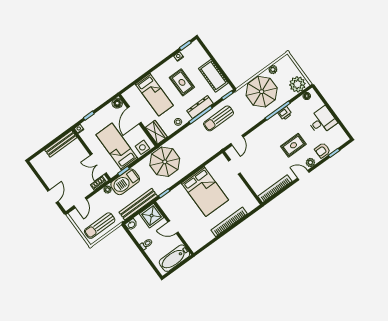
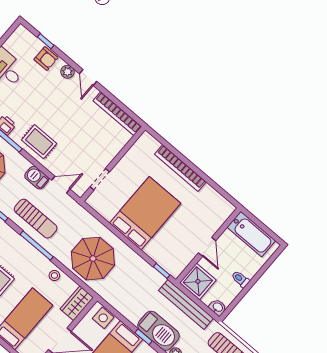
dresser: (200, 107) -> (26, 249), removed
barbecue: (245, 126) -> (37, 178), added
rug: (293, 145) -> (39, 142), moved
parasol: (165, 162) -> (93, 259), moved

